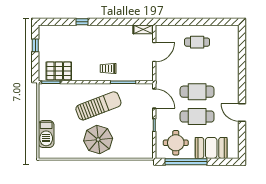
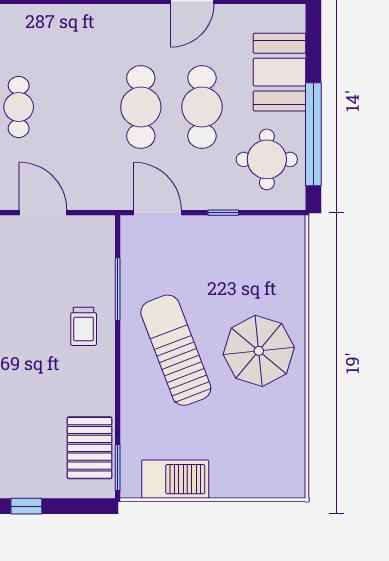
door: (154, 99) -> (158, 213), hinge flipped
barbecue: (46, 134) -> (175, 479), moved

